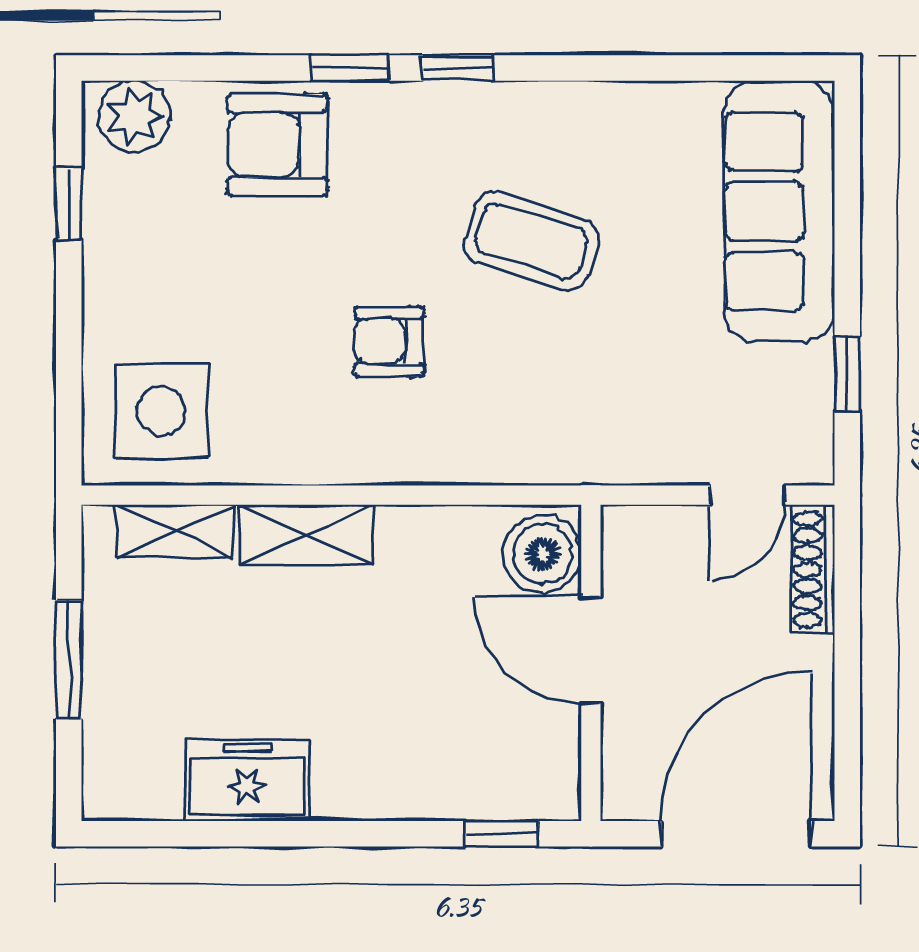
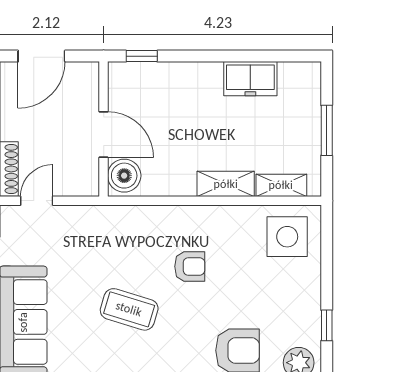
door: (736, 834) -> (41, 56), width x0.73

